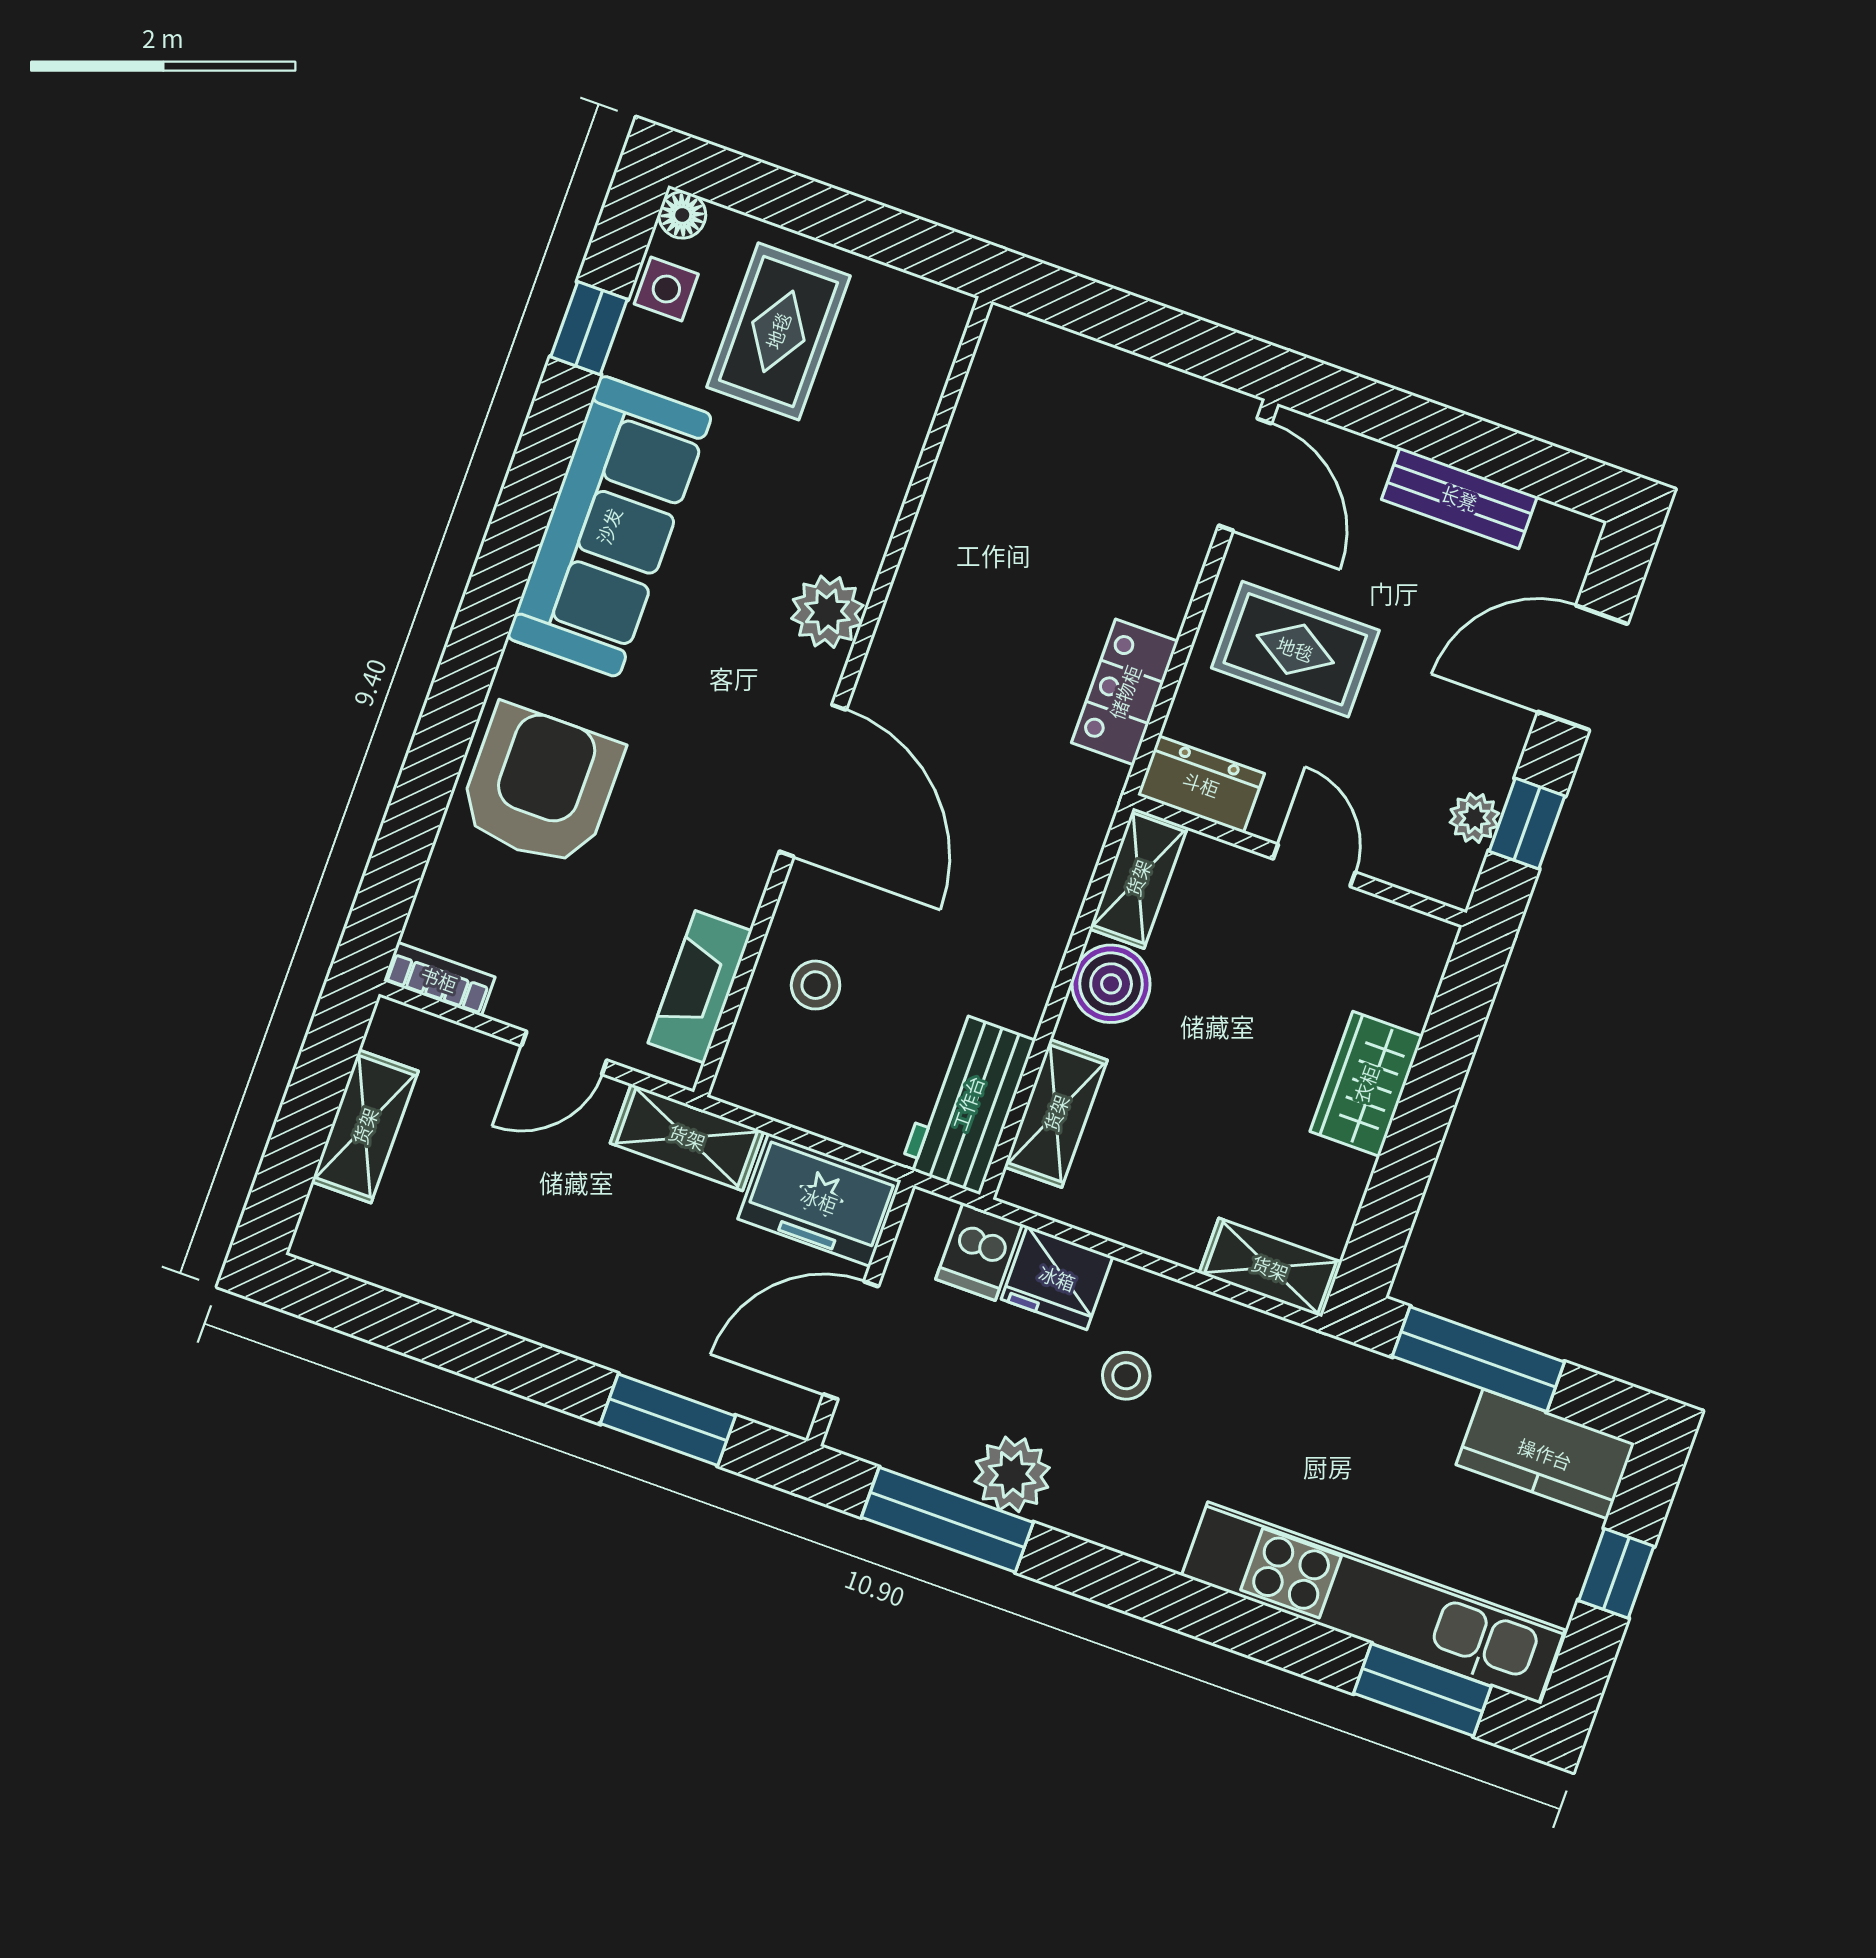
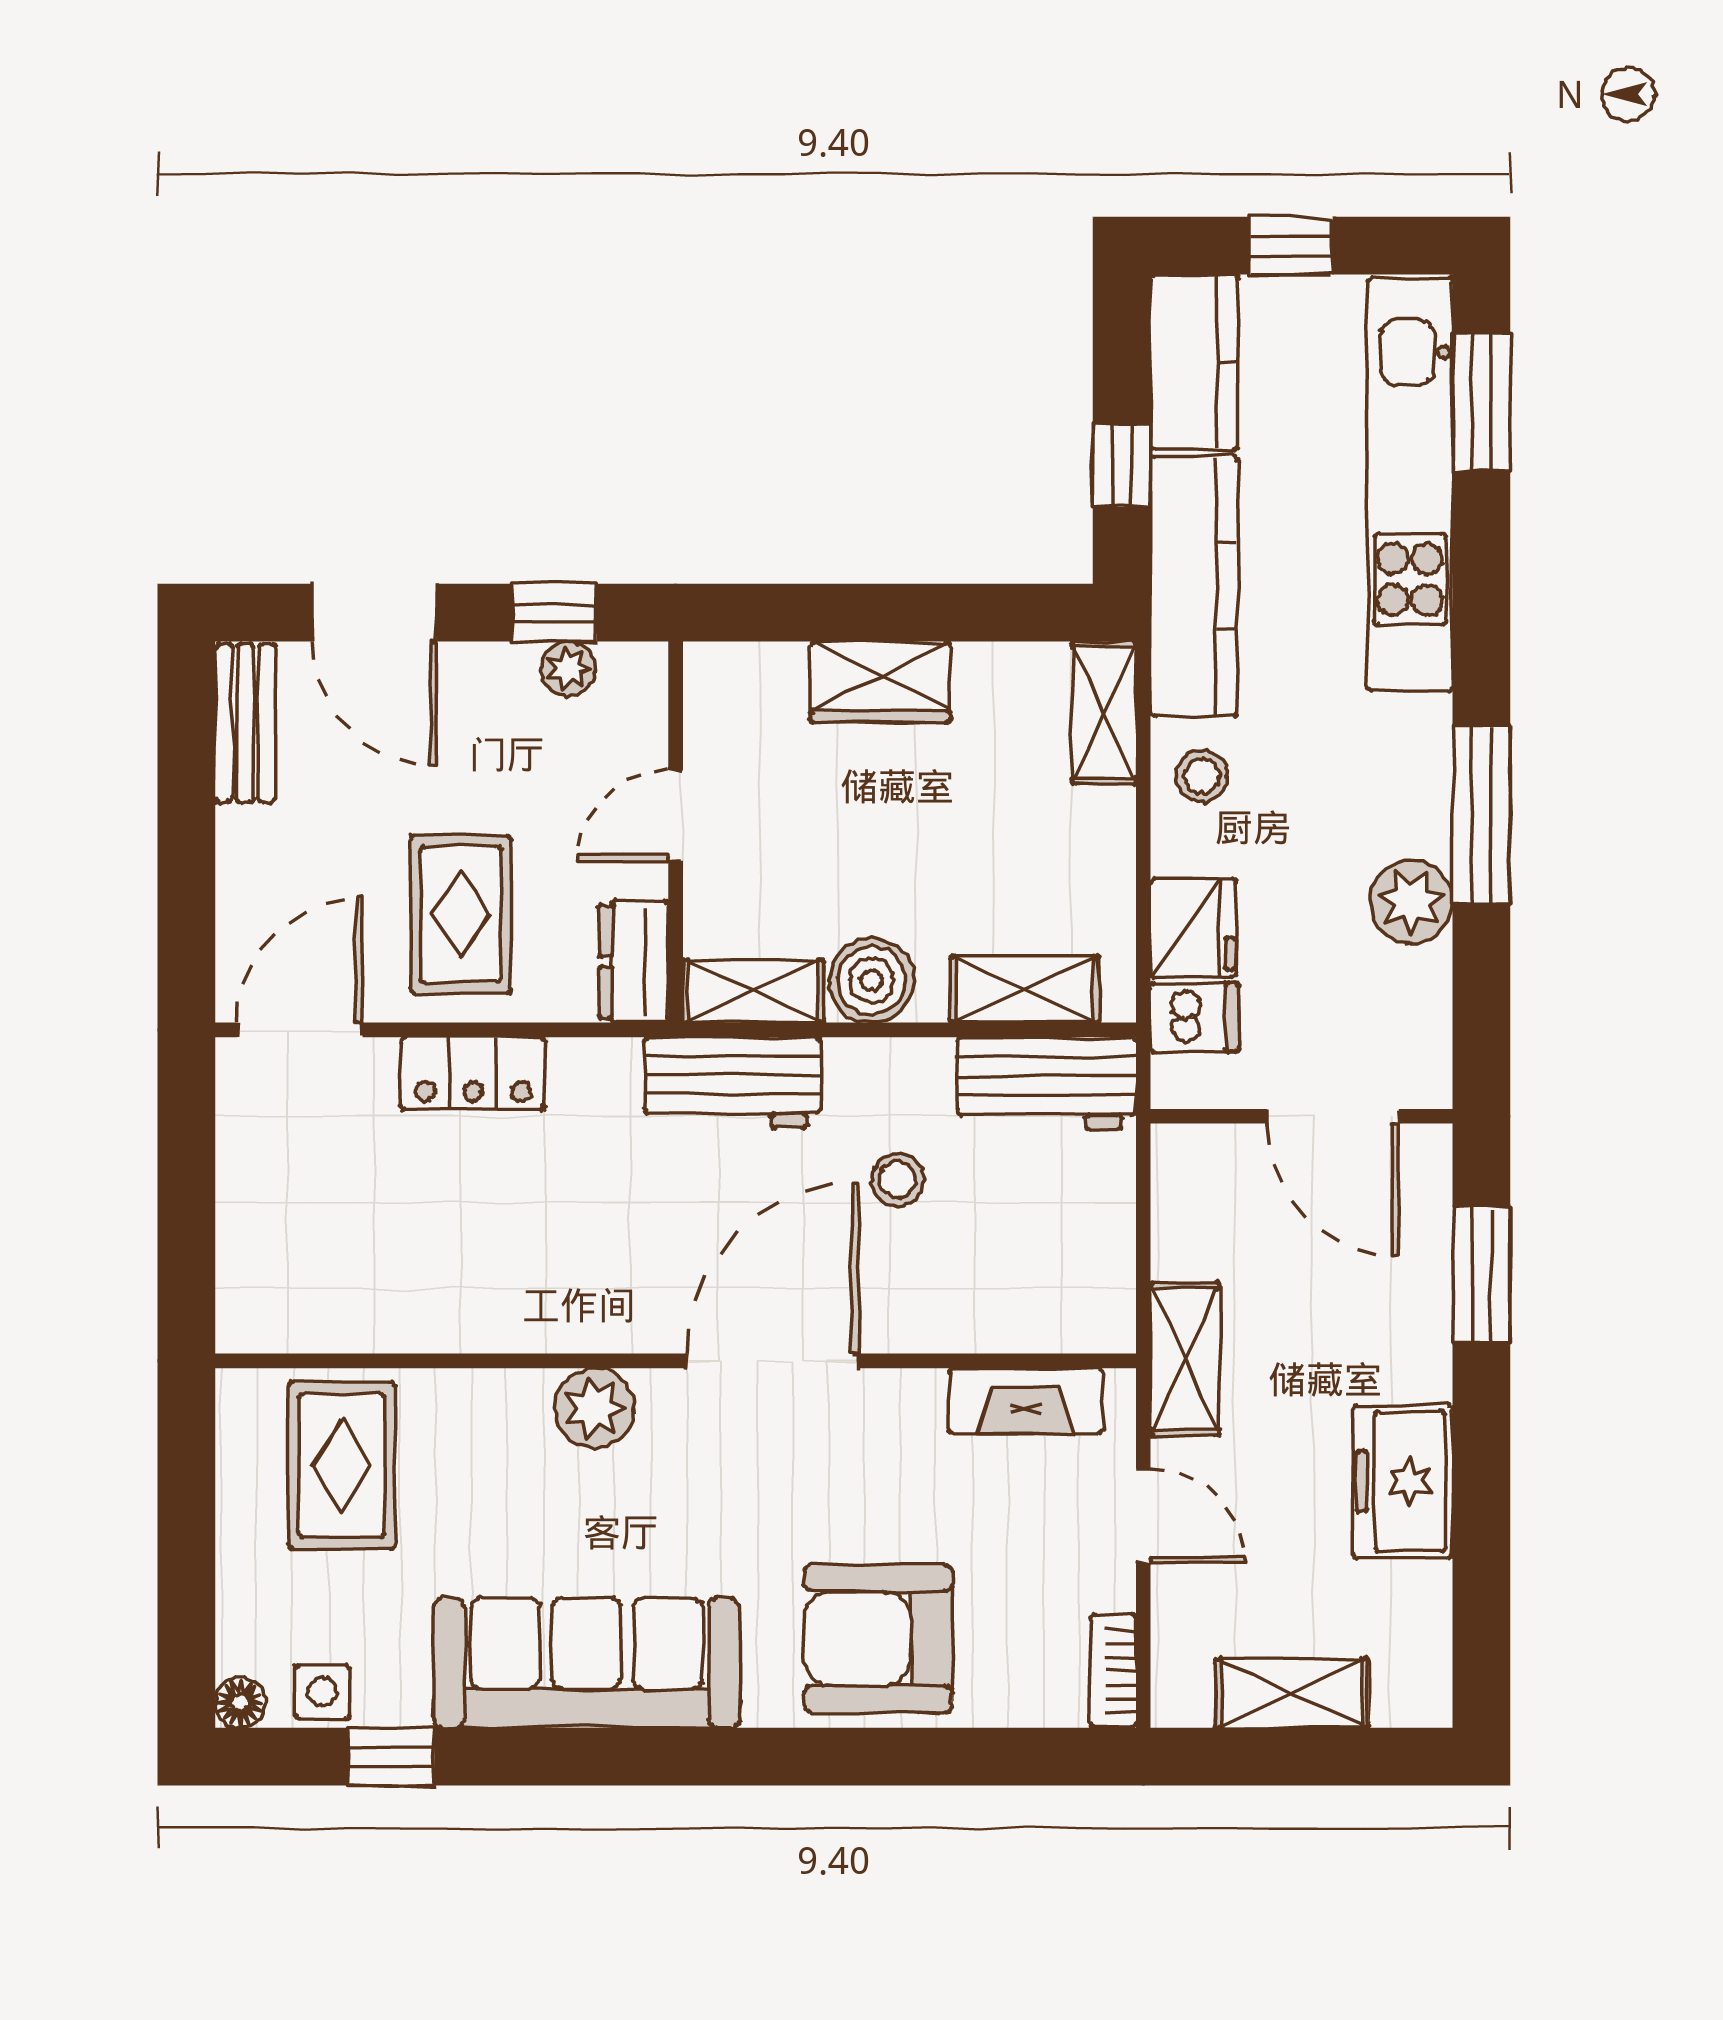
rug: (778, 331) -> (342, 1466), moved, turned 90
bench: (1459, 498) -> (245, 723), moved
locker: (1125, 692) -> (473, 1073), moved
workbench: (1066, 832) -> (733, 1083), added
stool: (816, 985) -> (898, 1180), moved
freezer: (819, 1200) -> (1403, 1481), moved, turned 180
window: (1478, 1359) -> (1122, 466), width x0.46
stool: (1126, 1376) -> (1202, 776), moved
kitchen counter: (1352, 1384) -> (1194, 586), added
window: (947, 1520) -> (1481, 815), moved

